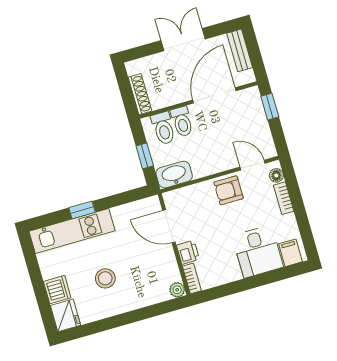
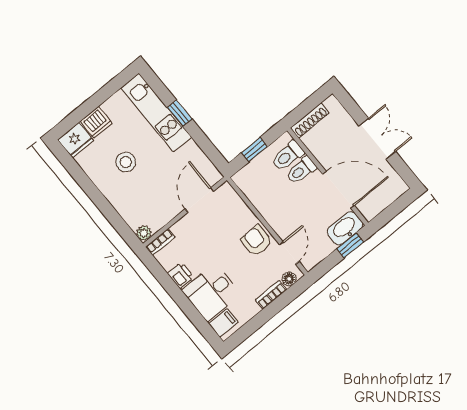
bench: (240, 50) -> (390, 195), removed
washbasin: (174, 175) -> (345, 228), moved, turned -90
printer: (188, 252) -> (181, 275), moved, turned -90

